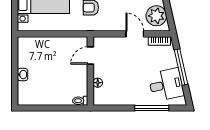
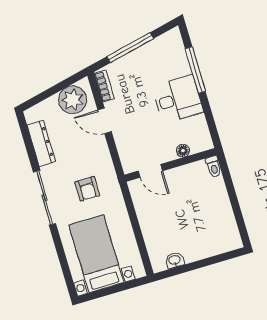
door: (135, 34) -> (105, 121), hinge flipped
washbasin: (23, 75) -> (175, 260), moved
desk: (166, 85) -> (178, 99), moved, turned 103

